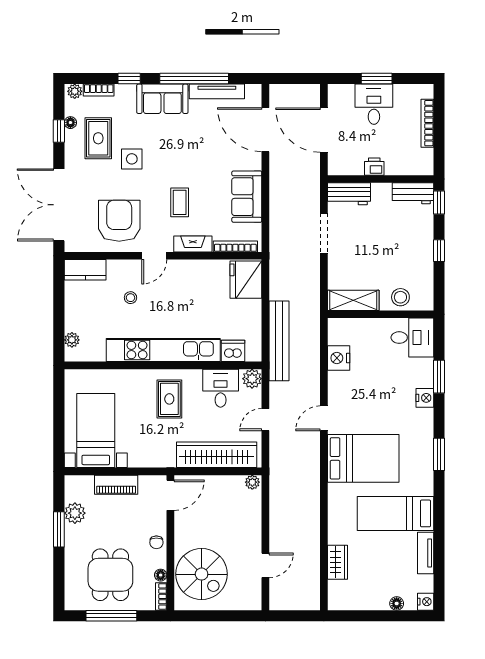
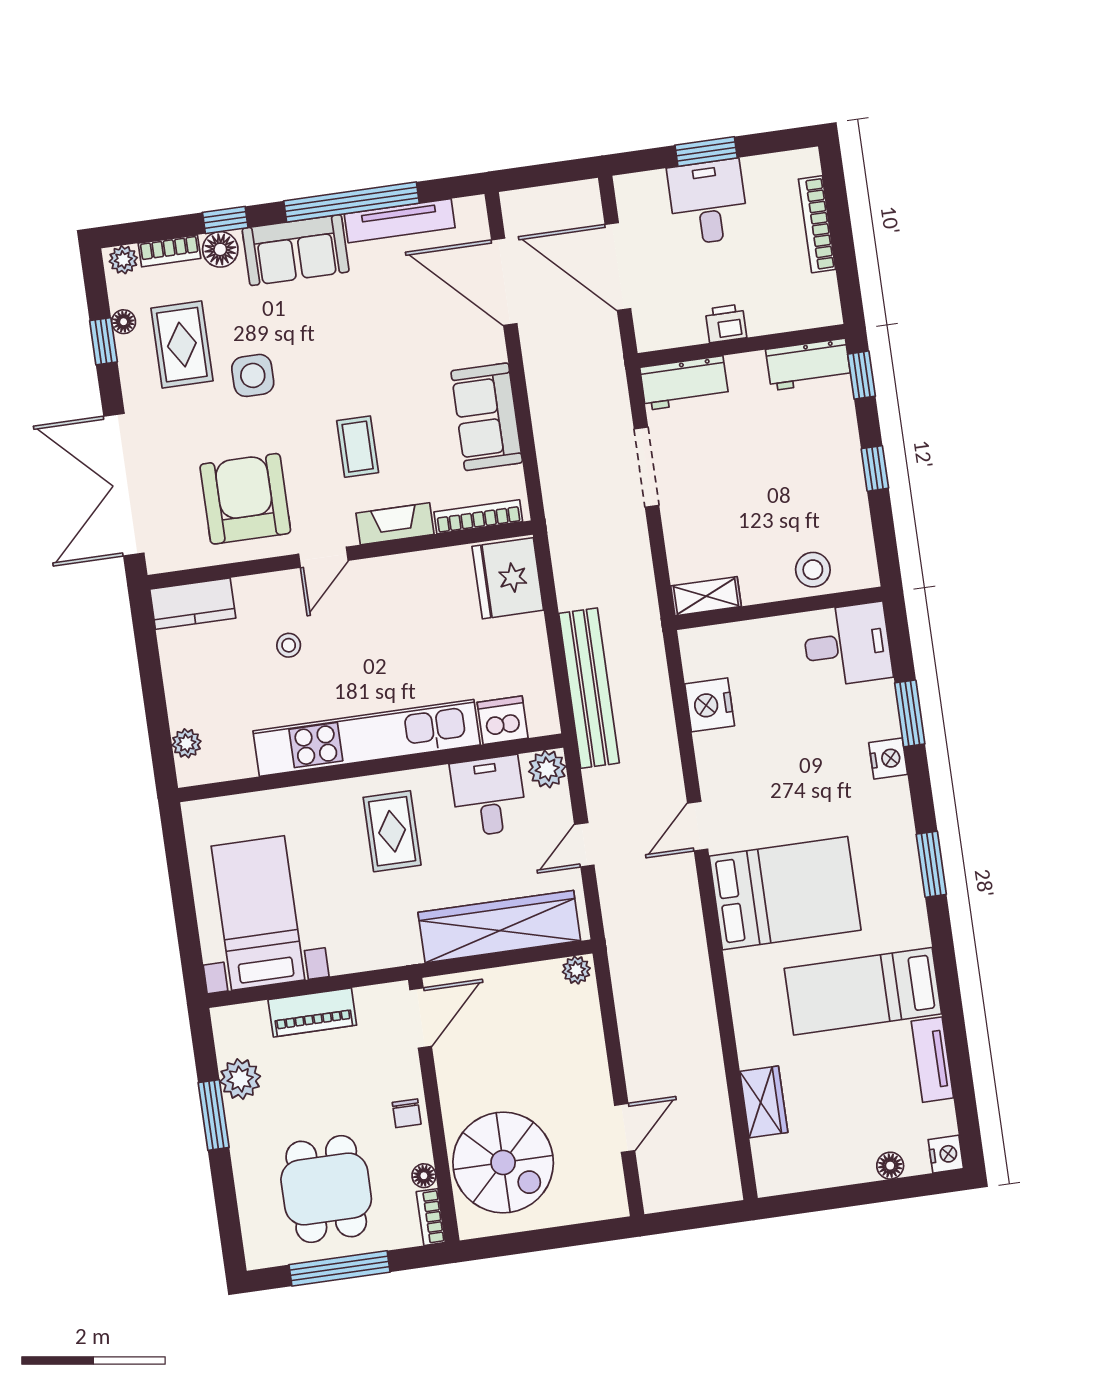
floor lamp: (124, 93) -> (220, 249), added
shelving: (353, 300) -> (706, 596), width x0.67, depth x0.75

